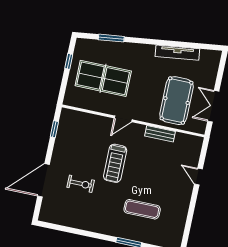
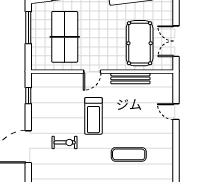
window: (69, 61) -> (28, 28), width x2.17
table tennis table: (103, 78) -> (65, 37), turned 90
bench: (160, 134) -> (130, 78), width x1.36

